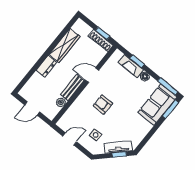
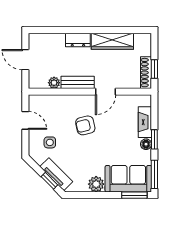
window: (137, 61) -> (154, 139), moved
door: (92, 75) -> (105, 92), swing flipped
armchair: (103, 104) -> (85, 125), turned -103
plant: (145, 127) -> (96, 184), added

